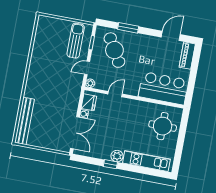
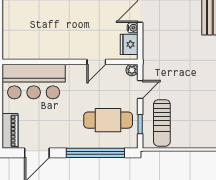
window: (128, 28) -> (95, 153), width x2.11
cafe table: (114, 50) -> (108, 120), turned -60
round table: (163, 126) -> (25, 31), removed

